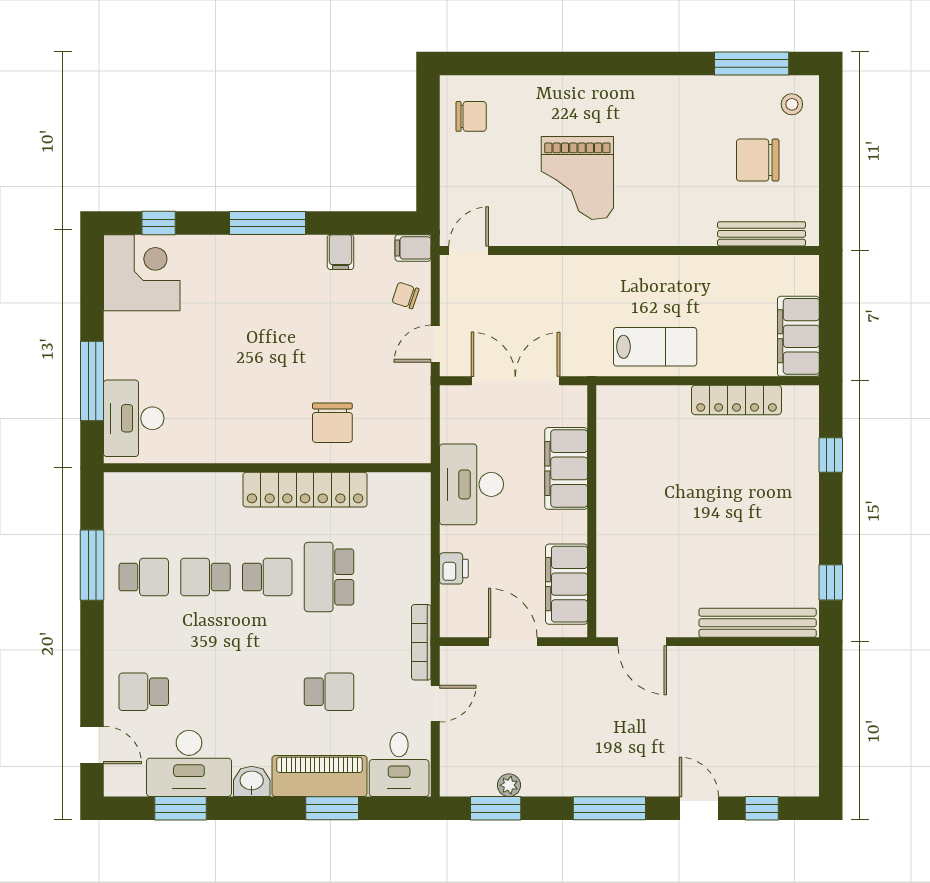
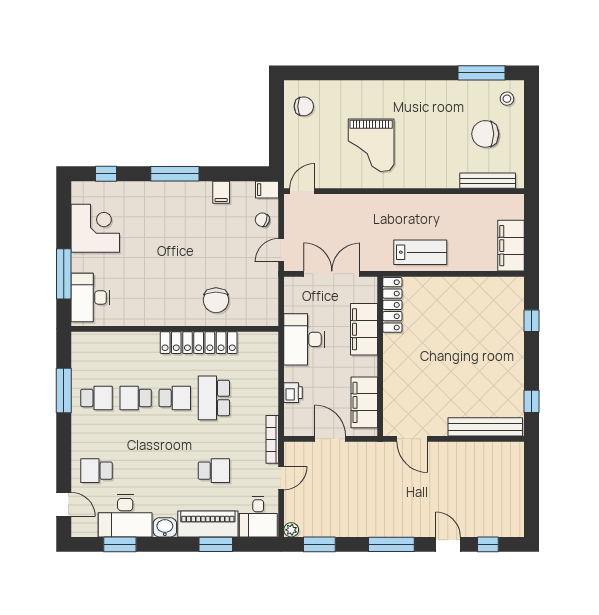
corner desk: (142, 273) -> (95, 228), moved
locker: (737, 400) -> (392, 305), moved, turned -90
plant: (509, 785) -> (291, 530), moved

